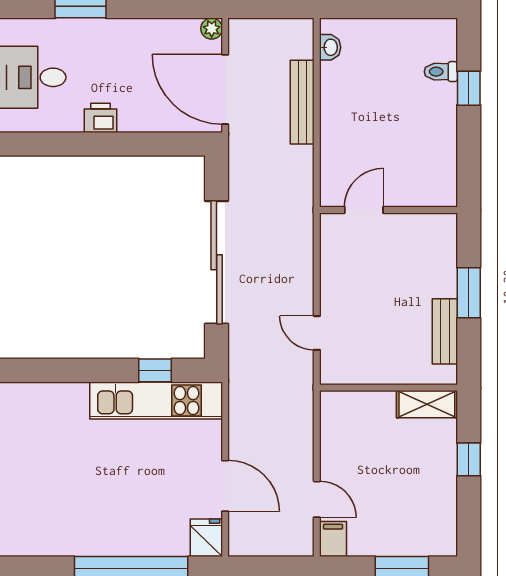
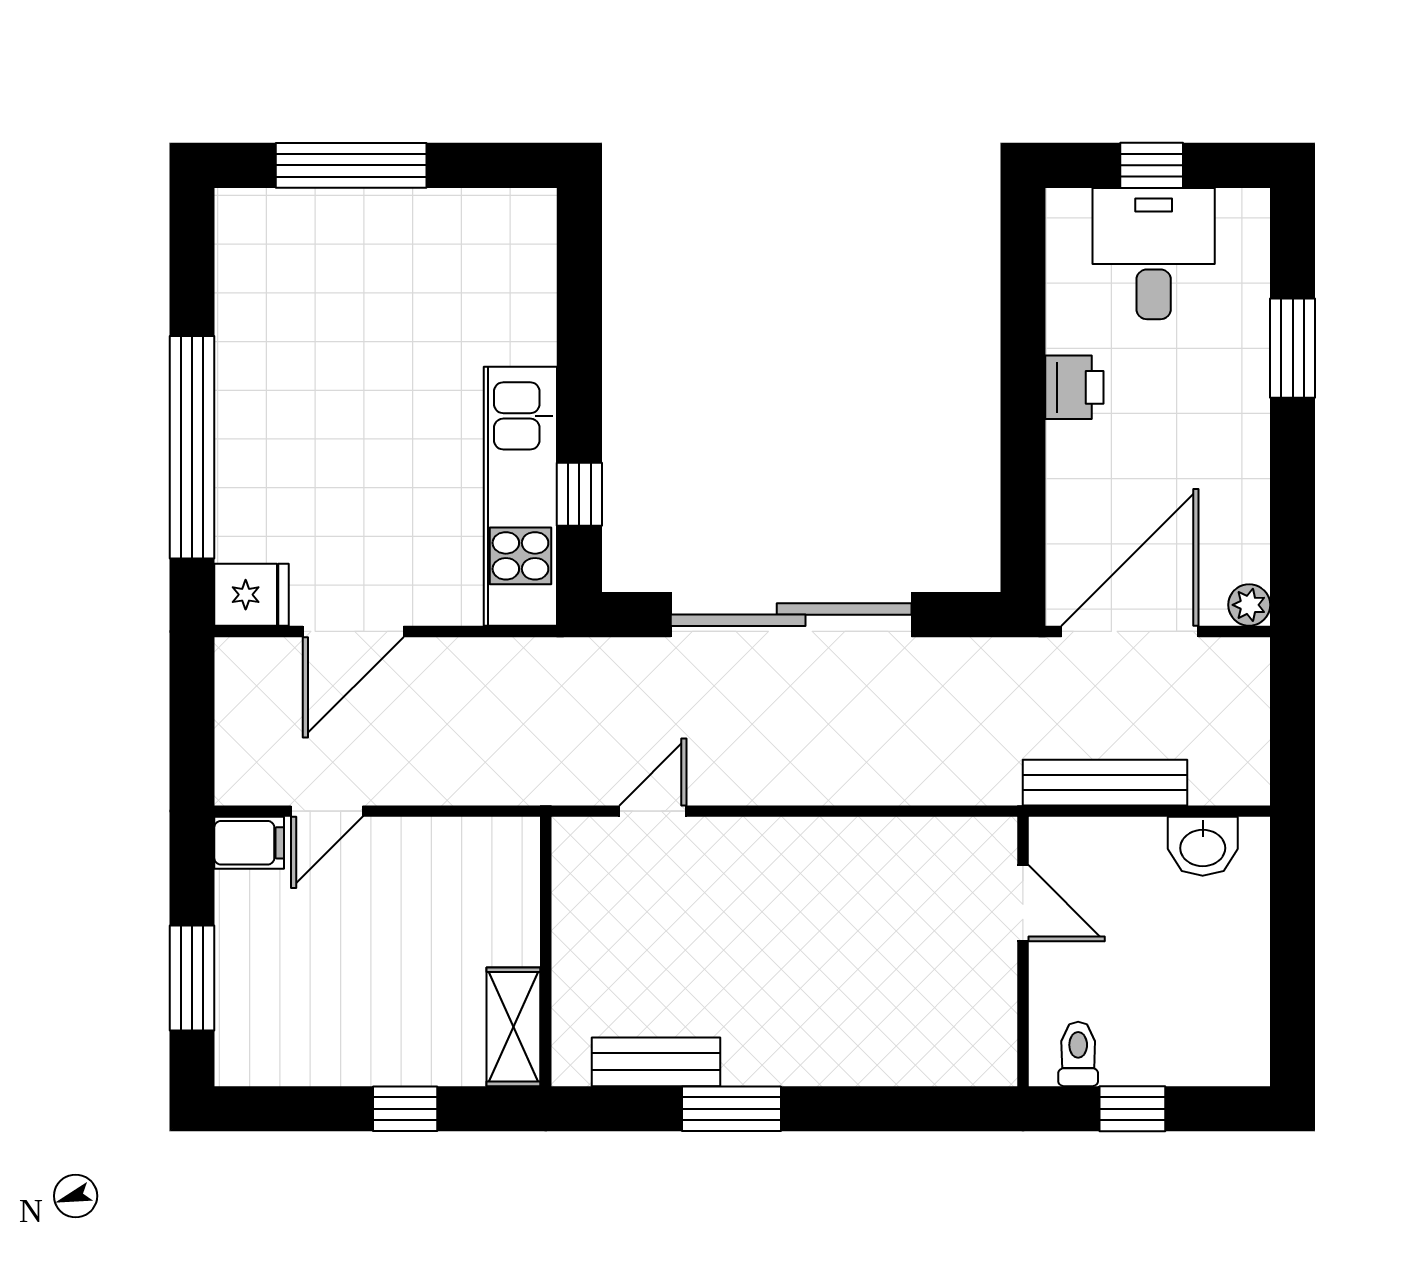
washbasin: (330, 47) -> (1203, 846), width x1.38, depth x1.45
toilet: (441, 72) -> (1078, 1054), moved
door: (364, 210) -> (1023, 903), moved
wall: (388, 210) -> (1023, 951), moved

